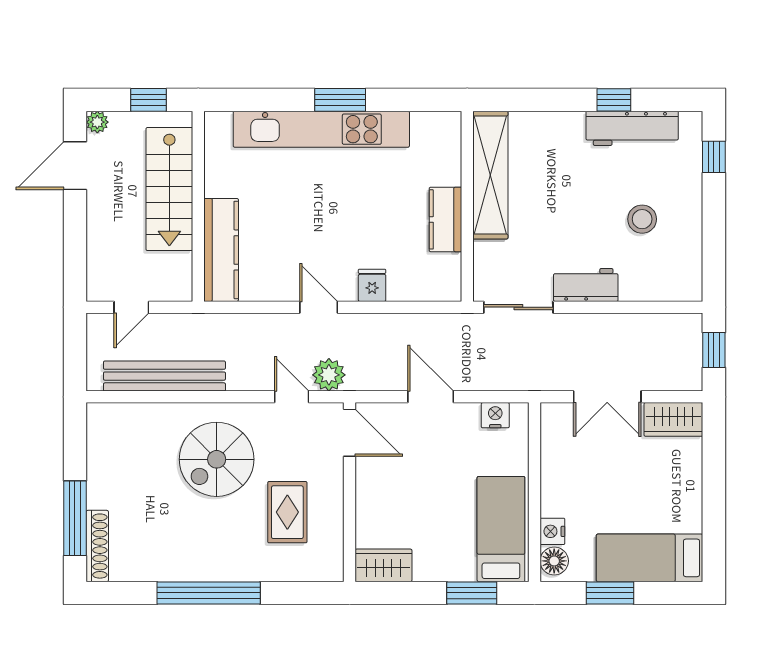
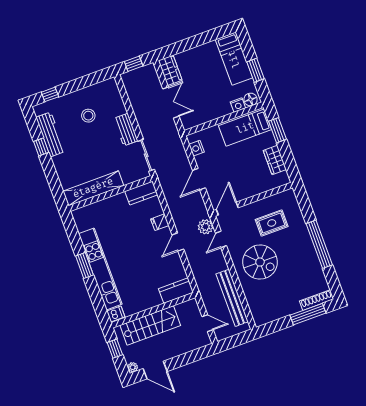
dishwasher: (218, 127) -> (116, 314), added
kitchen counter: (445, 219) -> (141, 193), moved
kitchen counter: (221, 250) -> (176, 291), width x0.67
wardrobe: (384, 565) -> (275, 160), moved

